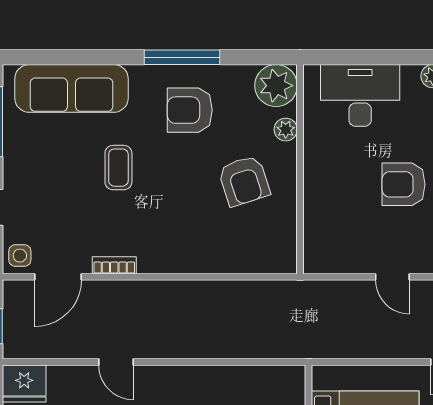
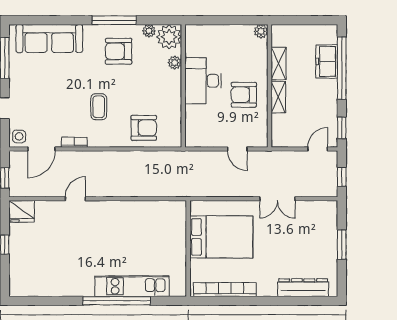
plant: (242, 75) -> (149, 31), added
desk: (360, 95) -> (203, 81), moved, turned -90
coffee table: (118, 168) -> (99, 107), moved
armchair: (244, 181) -> (144, 128), moved, turned -72
door: (116, 362) -> (75, 199), swing flipped

